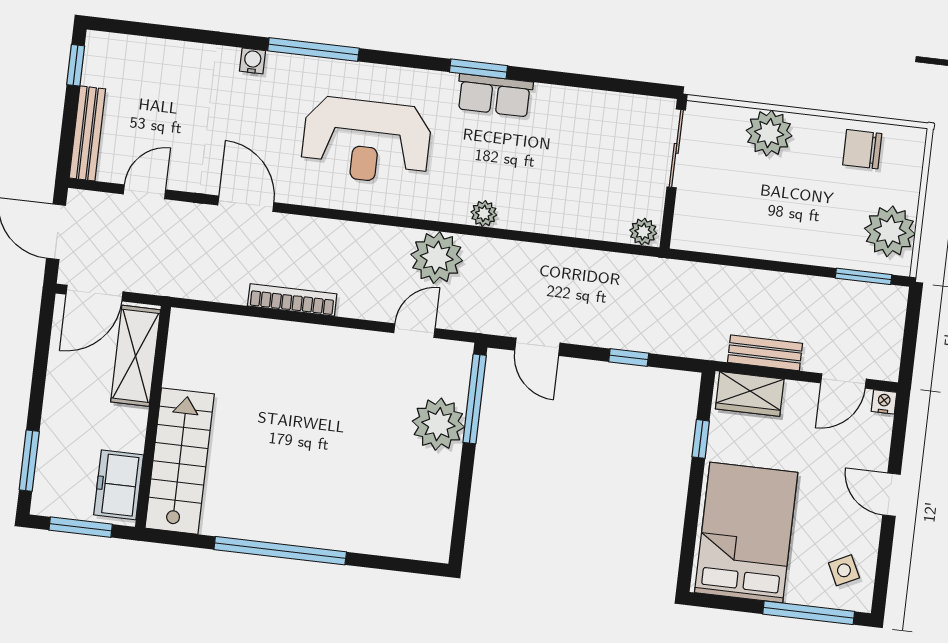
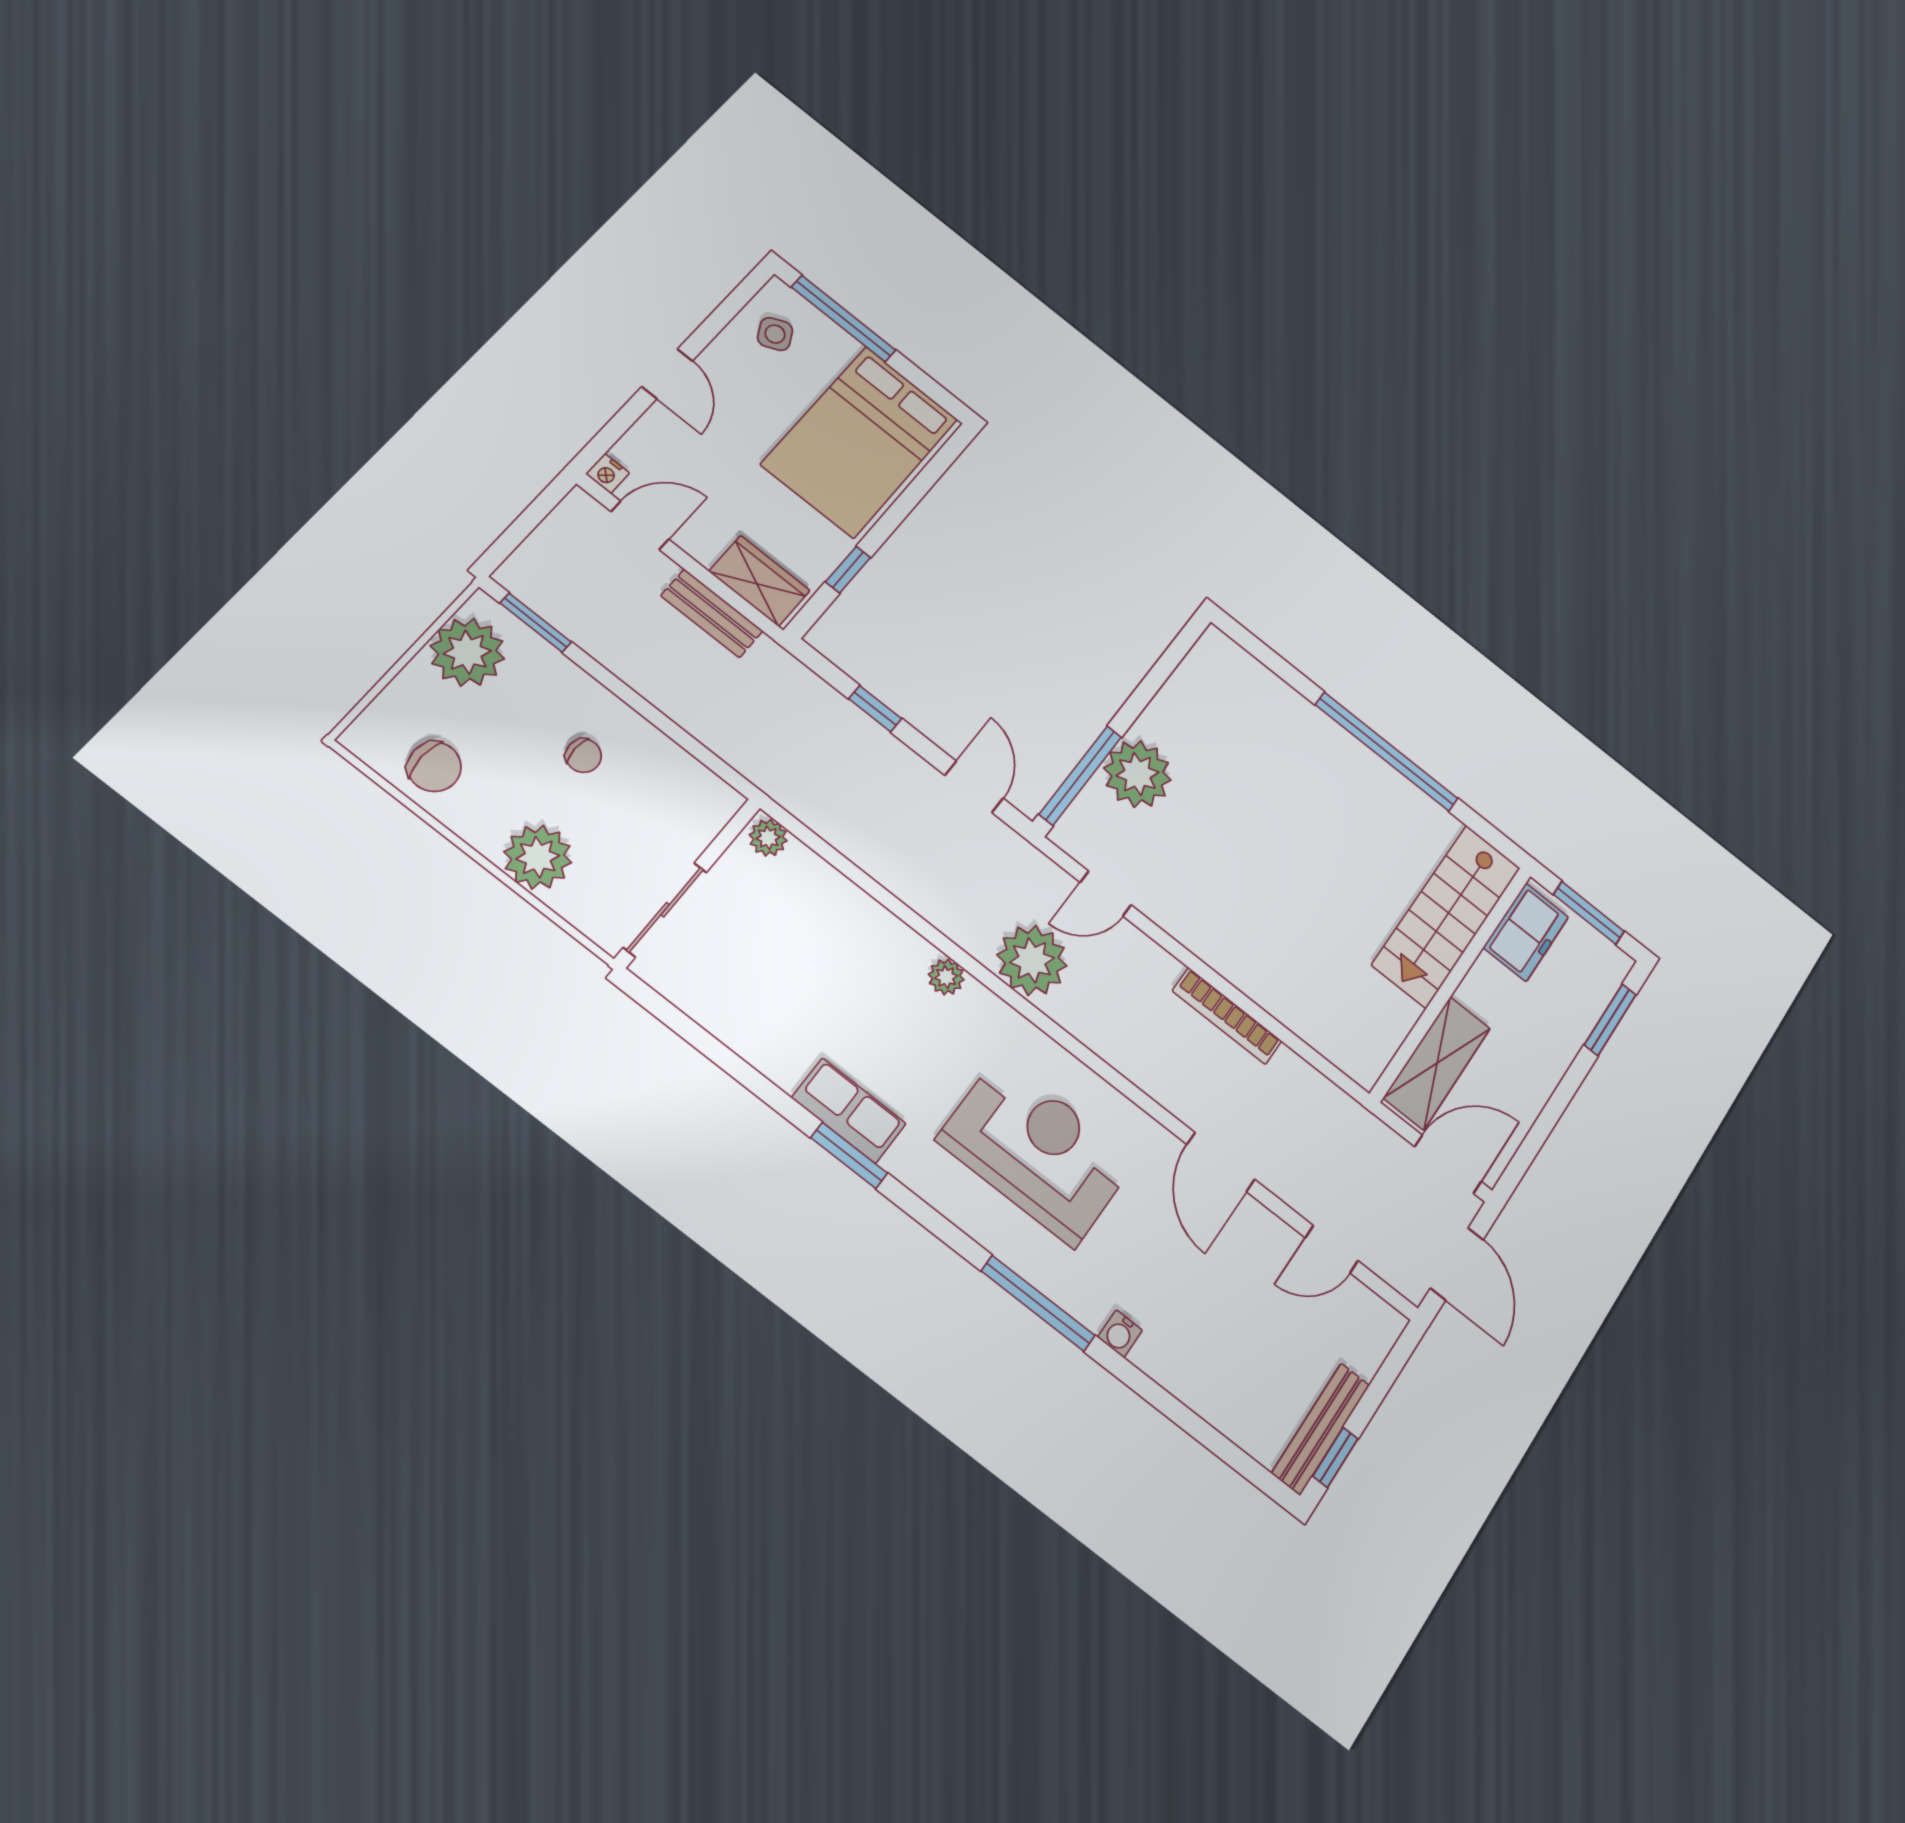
bench: (87, 133) -> (1321, 1429), moved
chair: (783, 212) -> (583, 756), added

